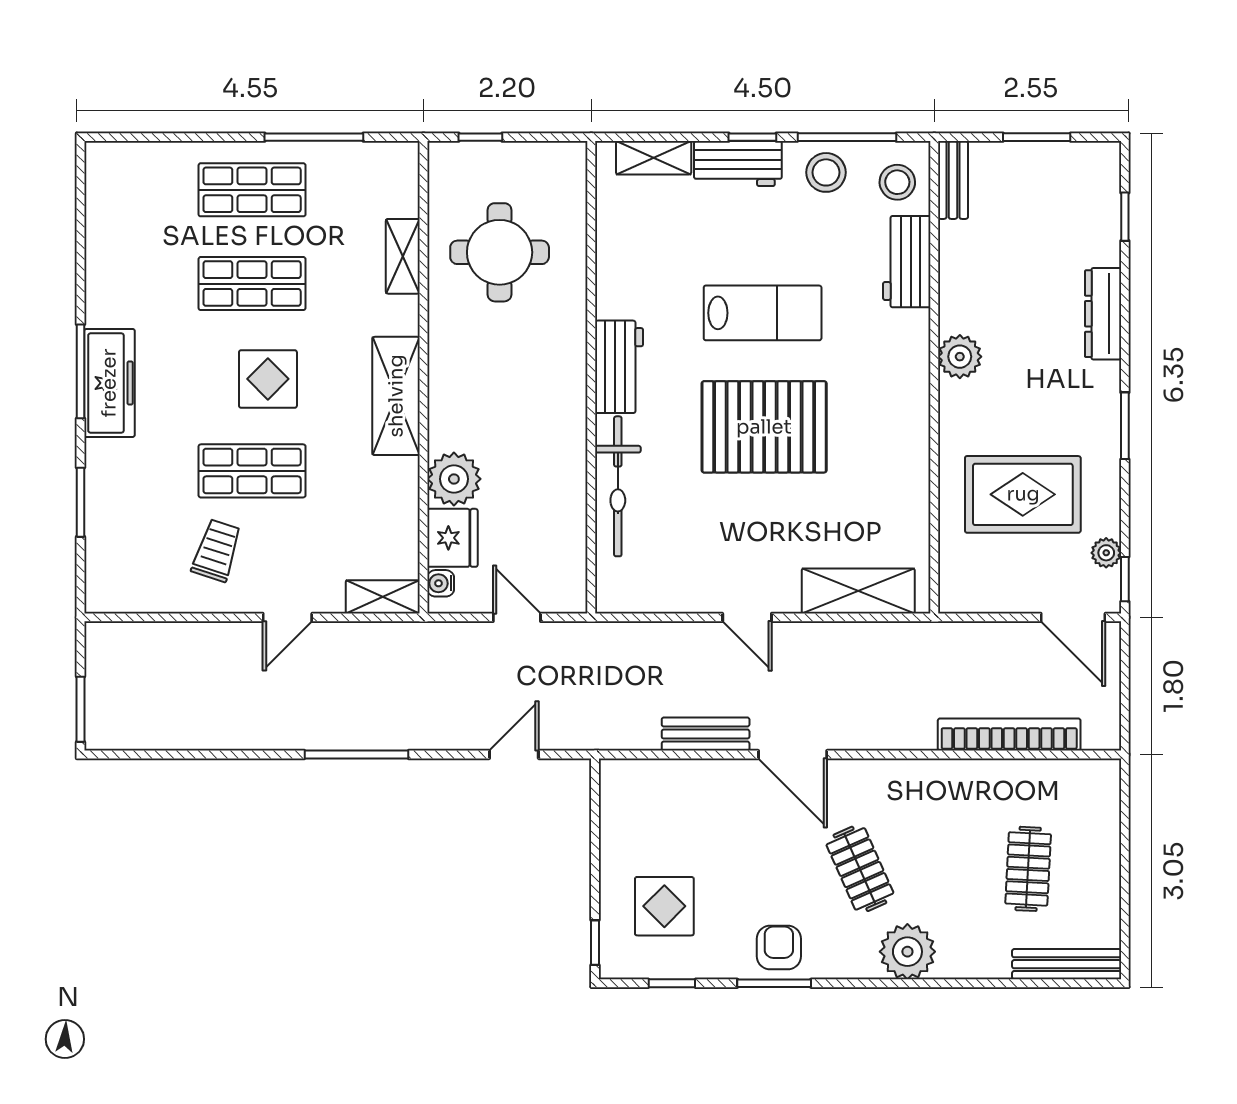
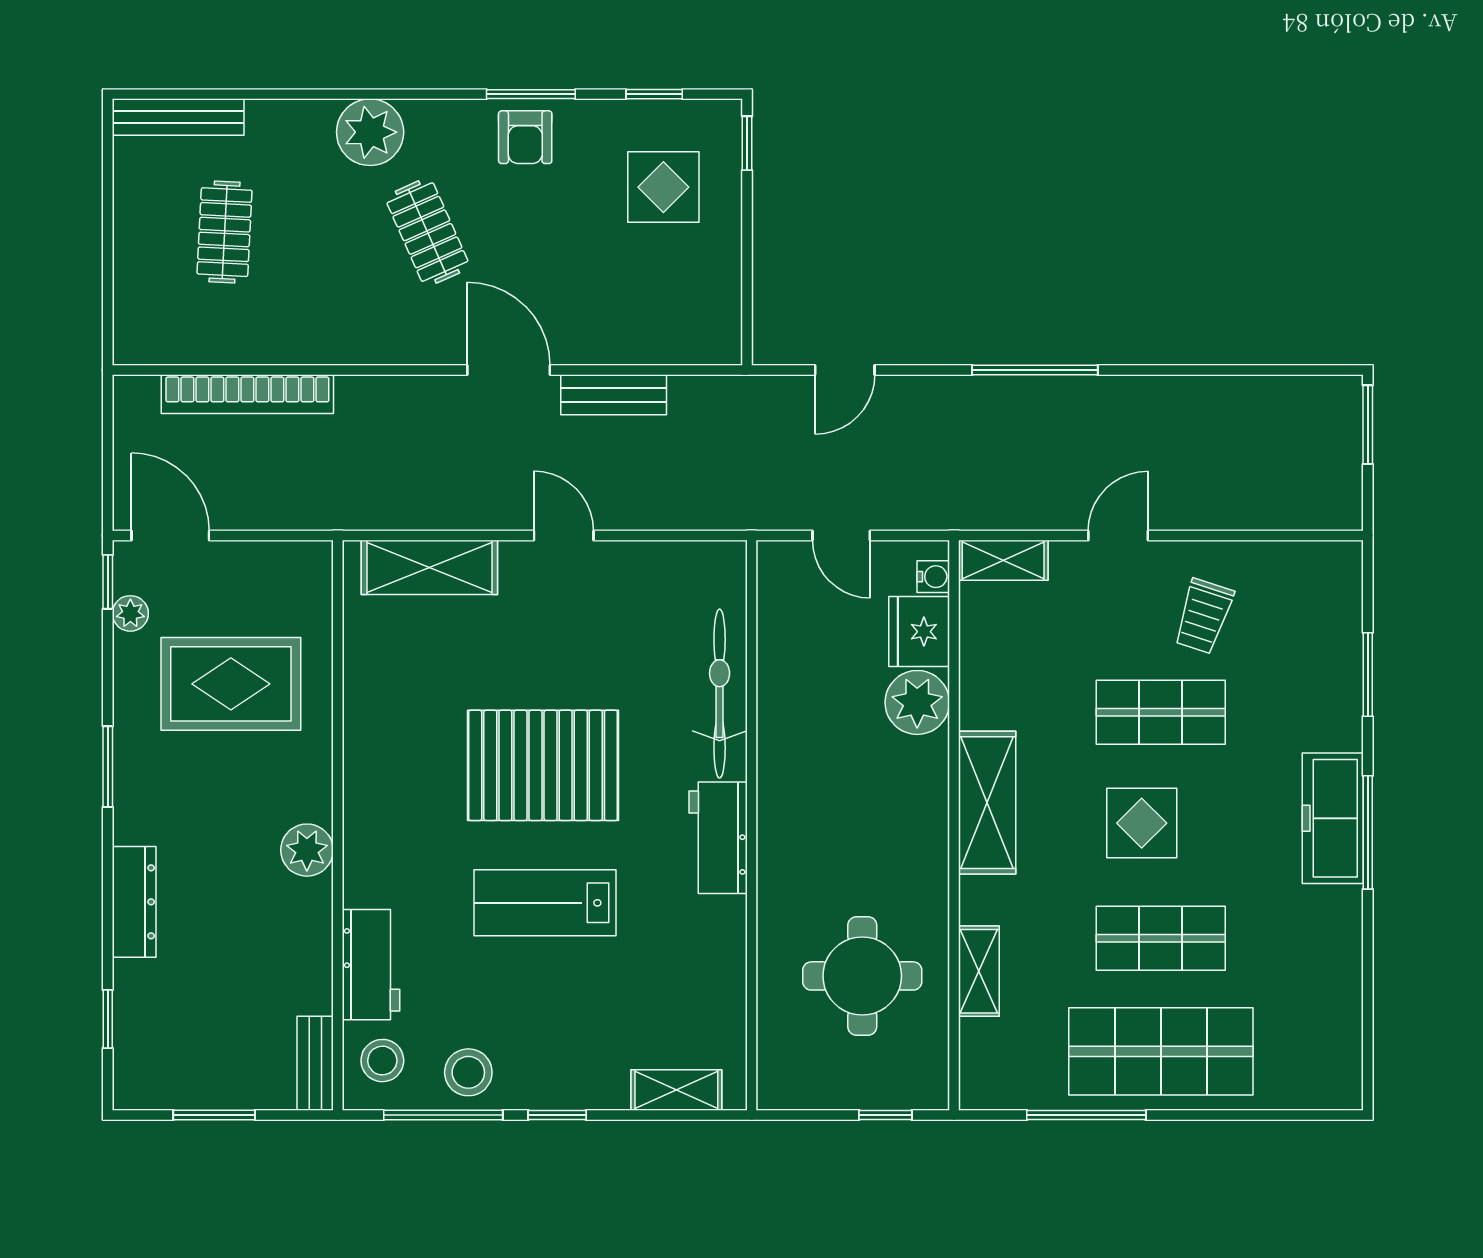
workbench: (738, 164) -> (575, 1083), removed
shop shelf: (252, 190) -> (1161, 1051), width x1.43, depth x1.36

